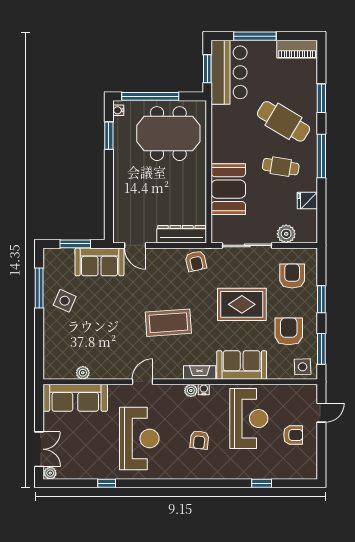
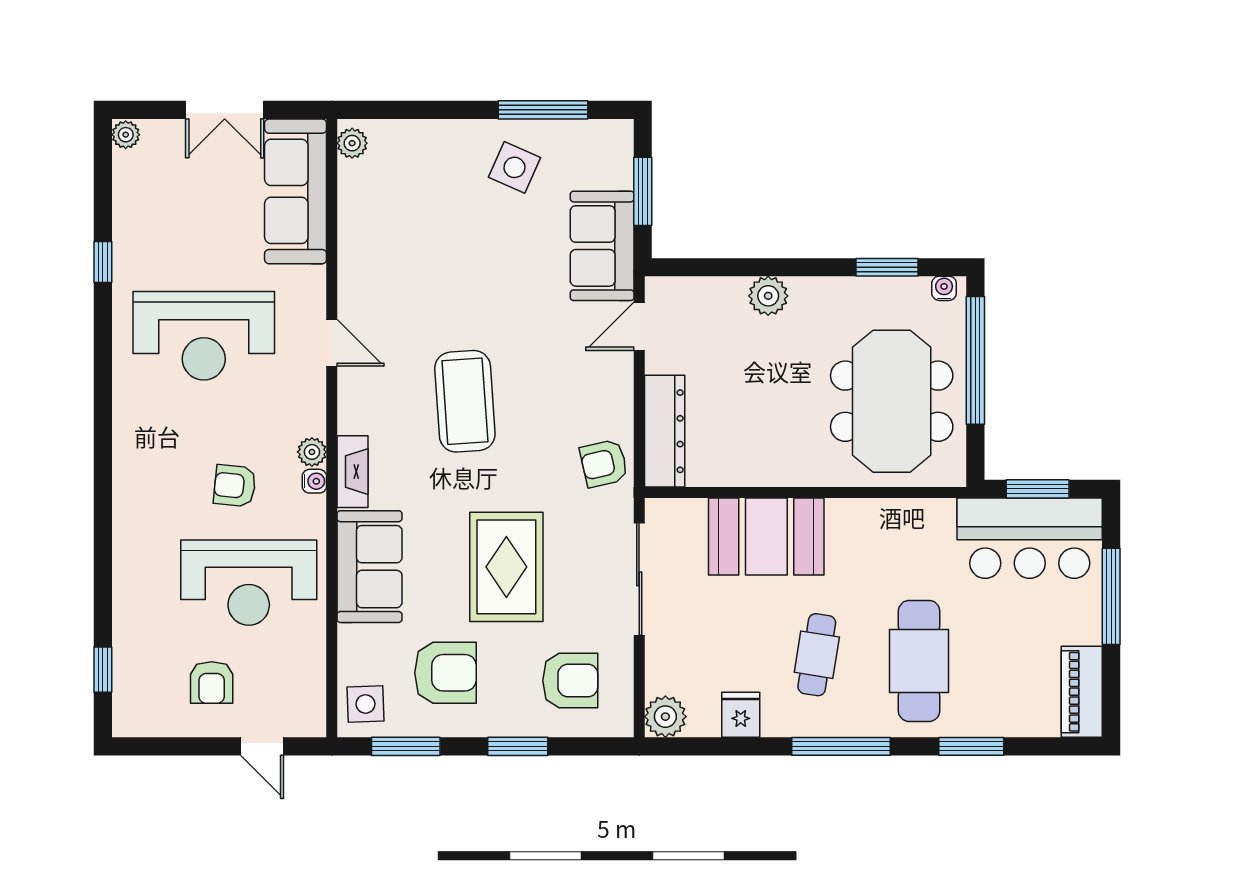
cafe table: (283, 121) -> (919, 661), turned -31
plant: (122, 188) -> (768, 296), added
plant: (286, 234) -> (665, 717), moved
plant: (83, 373) -> (352, 143), moved
armchair: (199, 440) -> (235, 486), moved
double door: (39, 449) -> (225, 110), moved
window: (262, 483) -> (103, 670), moved

